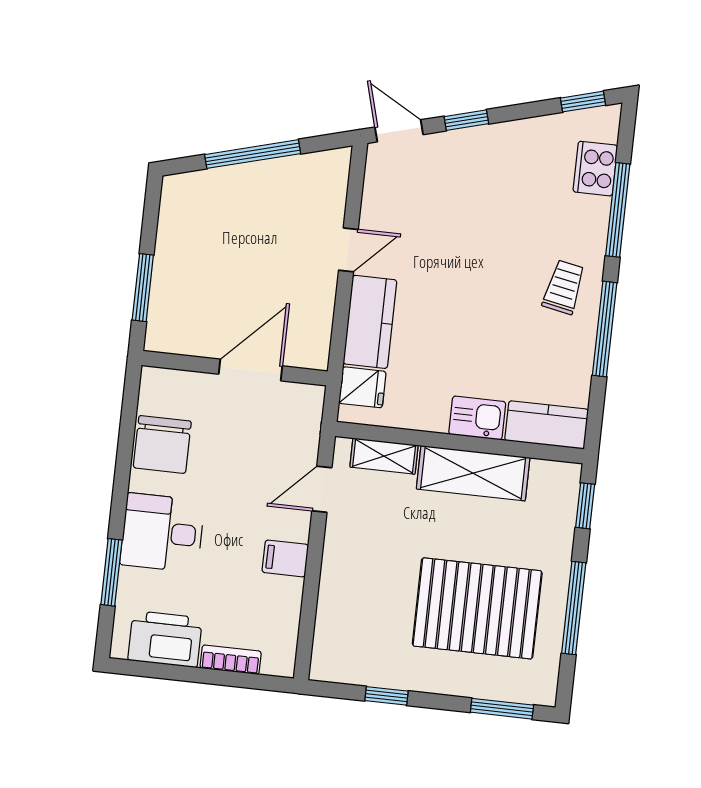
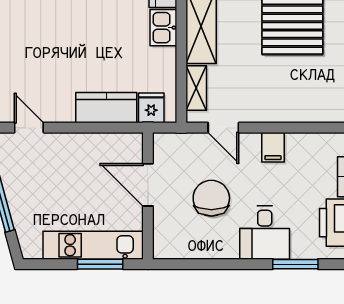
door: (348, 250) -> (29, 128), moved
kitchen unit: (171, 280) -> (93, 245), added
chair: (162, 444) -> (211, 198), moved, turned -90

